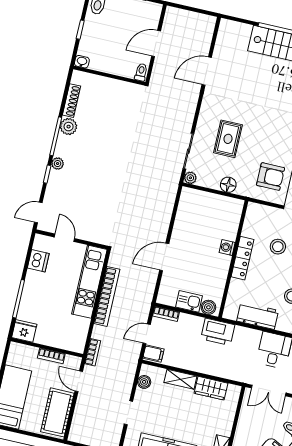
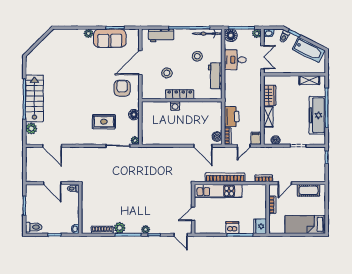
plant: (242, 31) -> (31, 128), added
door: (207, 71) -> (52, 146), moved
door: (164, 257) -> (203, 146), moved
dishwasher: (38, 261) -> (232, 228), moved
kitchen sink: (189, 301) -> (216, 123), removed
boiler: (208, 307) -> (217, 136), moved
printer: (218, 332) -> (232, 117), moved
door: (147, 334) -> (244, 146), hinge flipped
cot: (57, 412) -> (308, 190), width x0.73, depth x0.75

